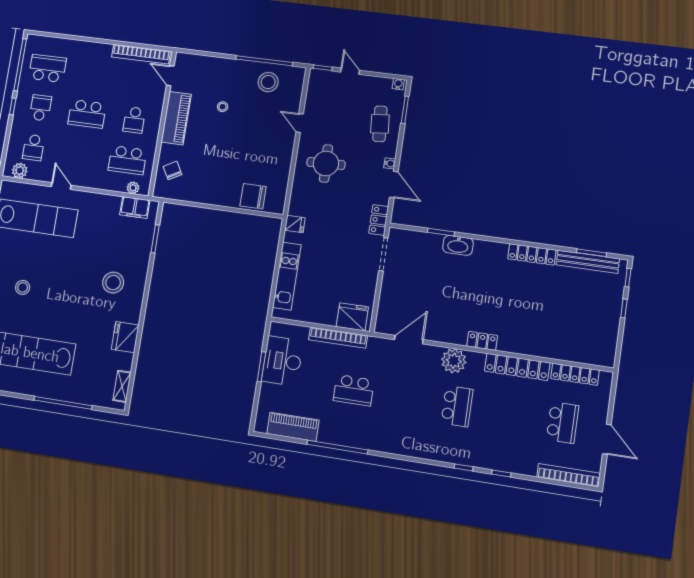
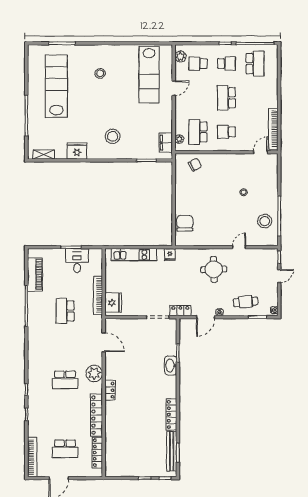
piano: (176, 118) -> (232, 161), removed
desk: (282, 361) -> (77, 261), width x0.73

